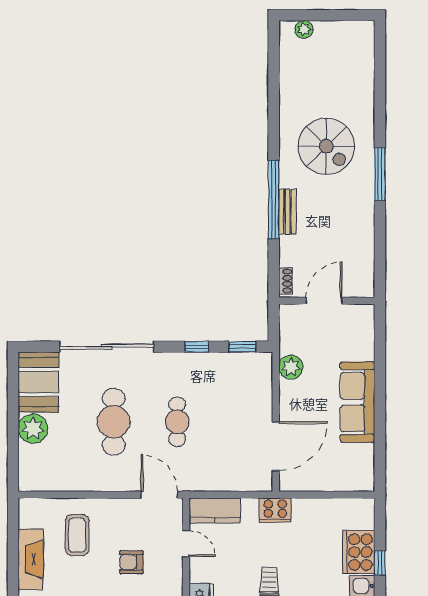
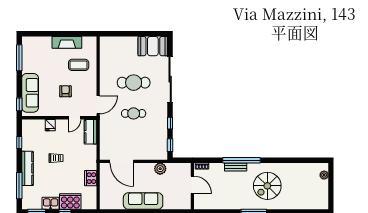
plant: (33, 429) -> (130, 43), removed
cooker: (275, 510) -> (91, 178), moved

